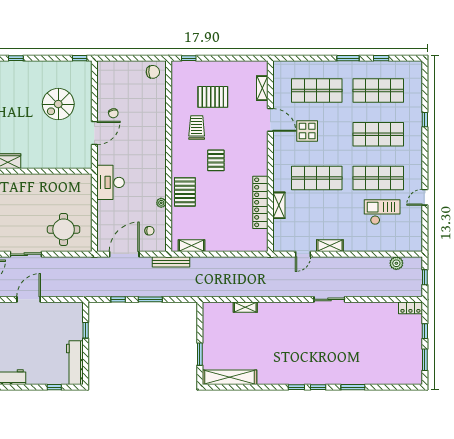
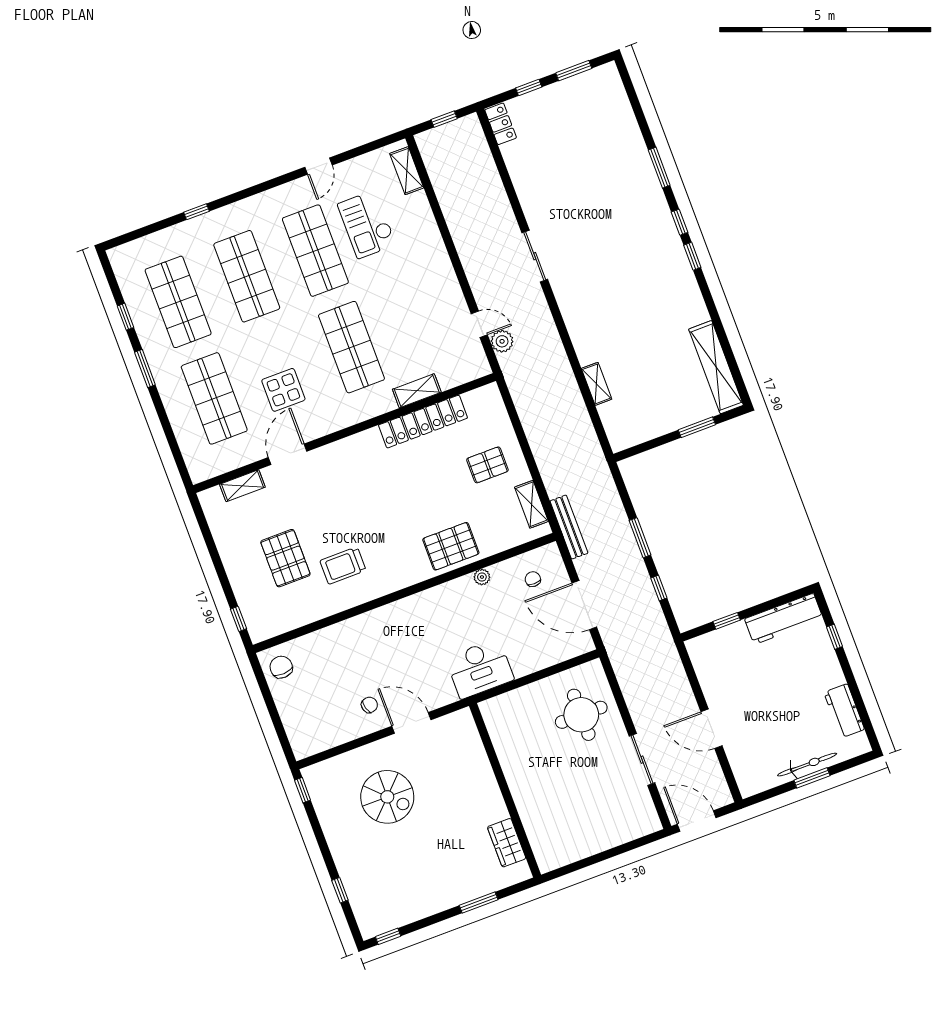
pallet: (216, 160) -> (487, 465), moved
door: (425, 197) -> (318, 166), hinge flipped
shelving: (330, 246) -> (407, 171), moved
plant: (396, 263) -> (502, 341), moved

